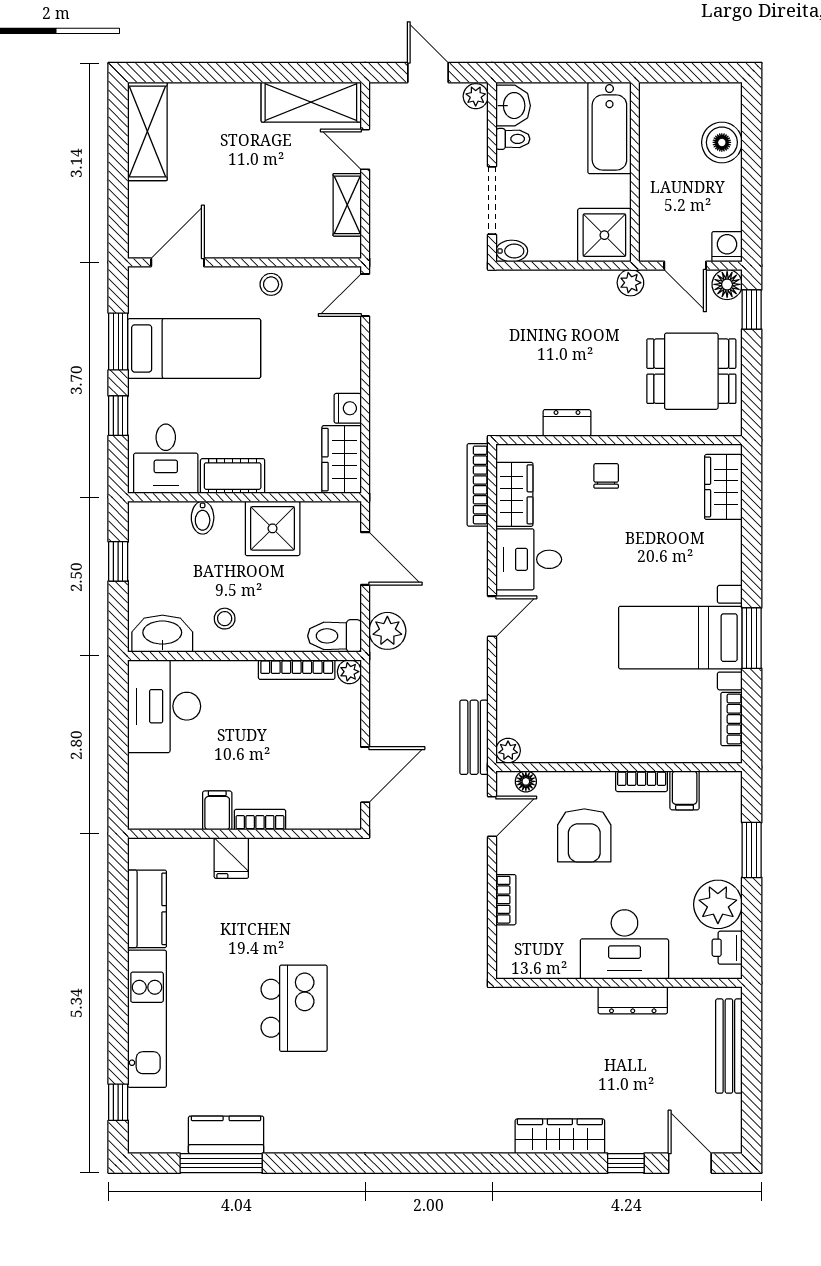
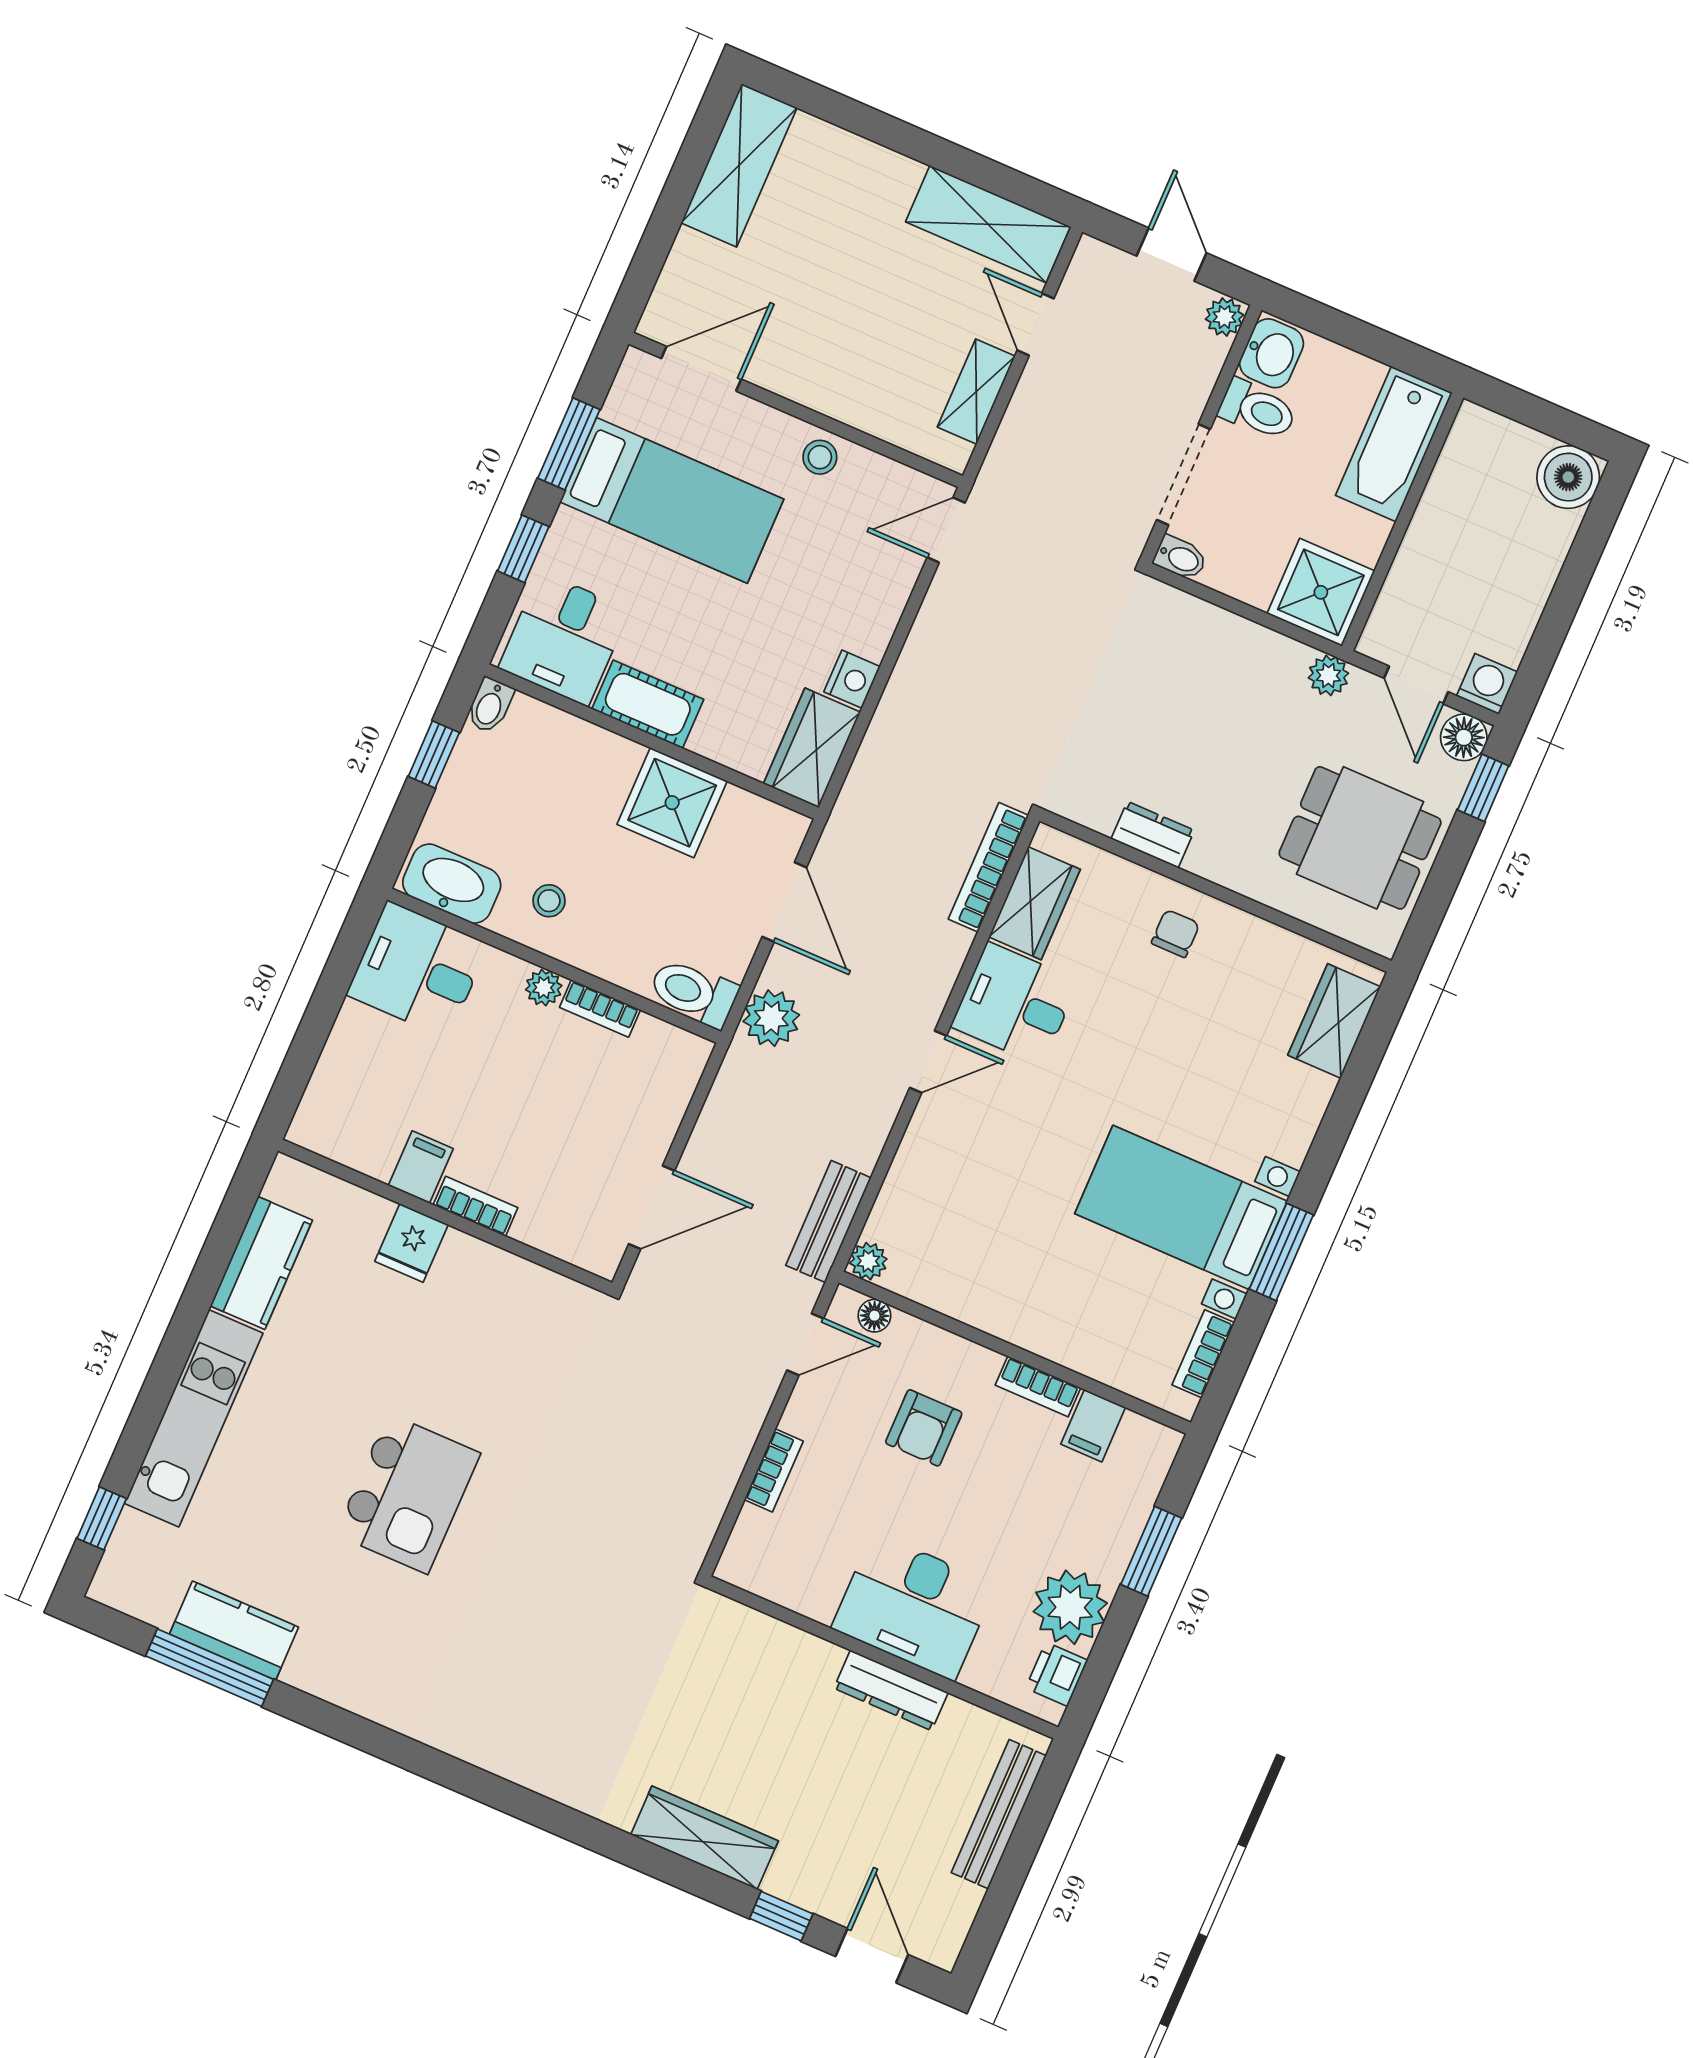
toilet: (513, 139) -> (1257, 410), width x1.37, depth x1.39
boiler: (722, 142) -> (1568, 477), moved
bidet: (203, 518) -> (490, 705), moved
bookcase: (297, 670) -> (600, 1008), width x0.64
plant: (349, 672) -> (544, 988), moved
desk: (164, 706) -> (418, 970), width x0.73
armchair: (584, 835) -> (924, 1428), width x0.72, depth x0.72

